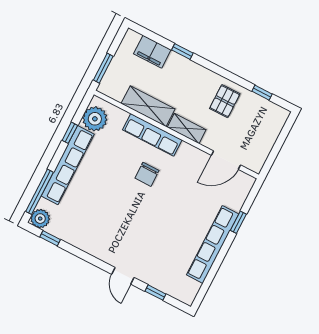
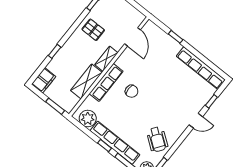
filing cabinet: (152, 52) -> (44, 80), moved
window: (70, 133) -> (105, 146), moved
wheelchair: (85, 225) -> (157, 139), added
row of seats: (213, 244) -> (201, 68), moved

